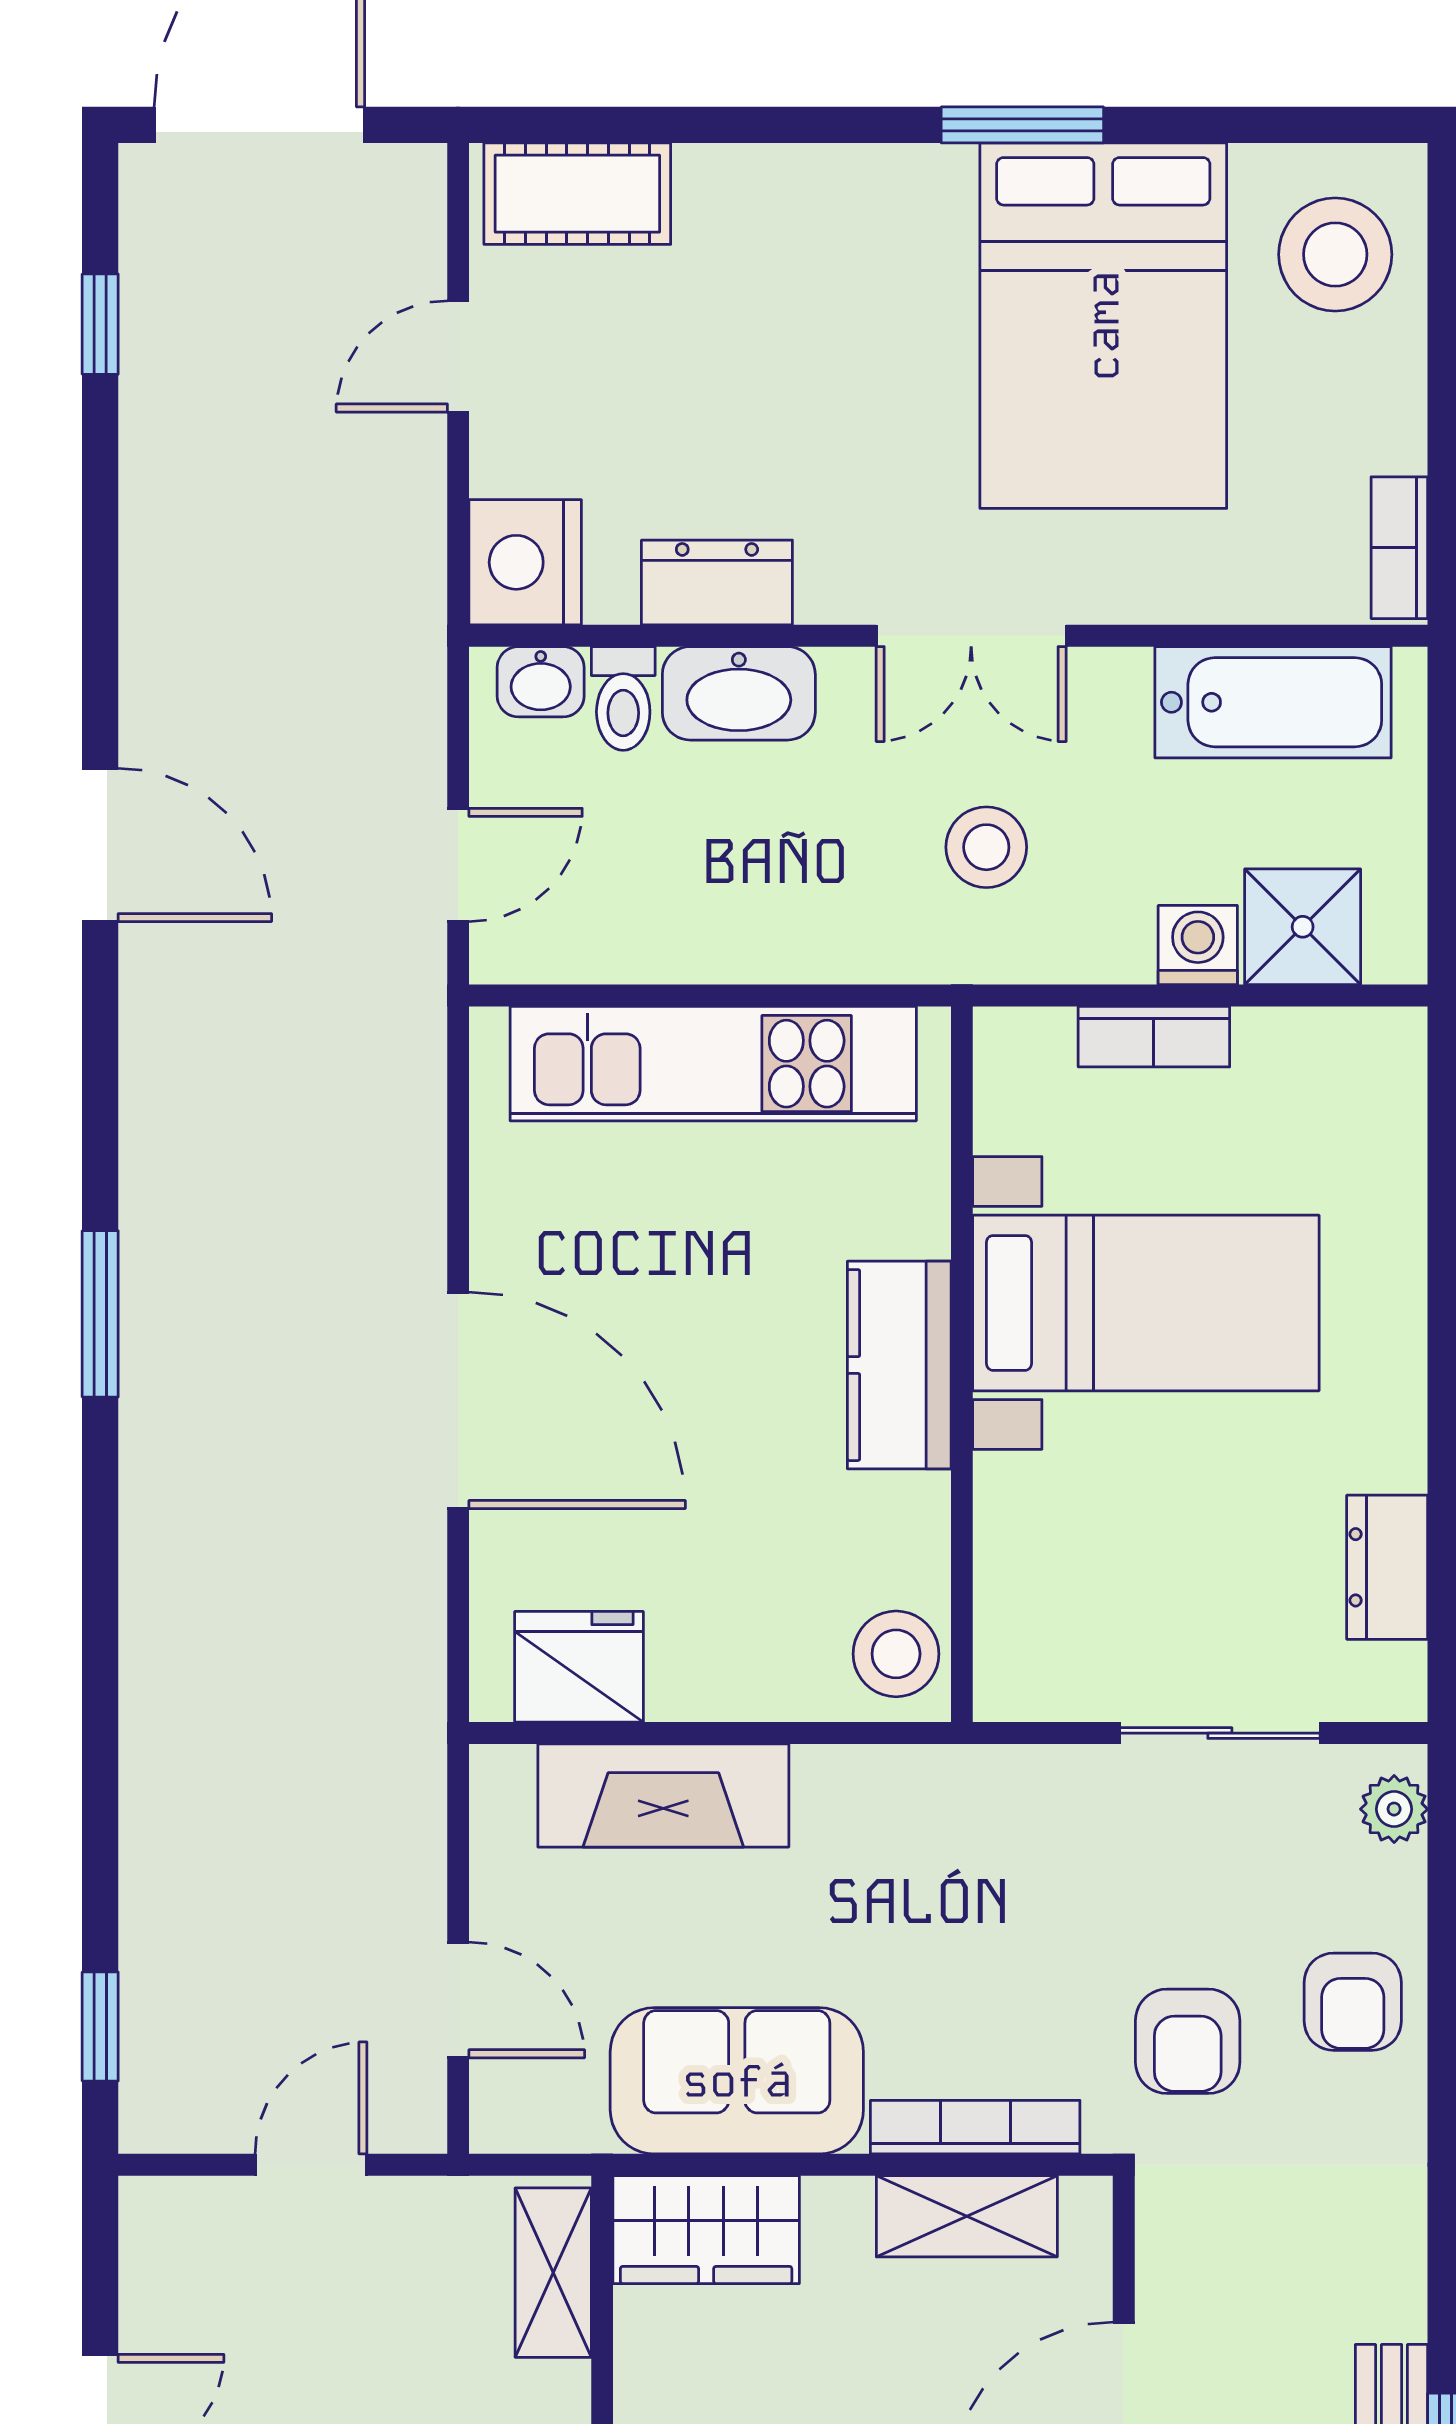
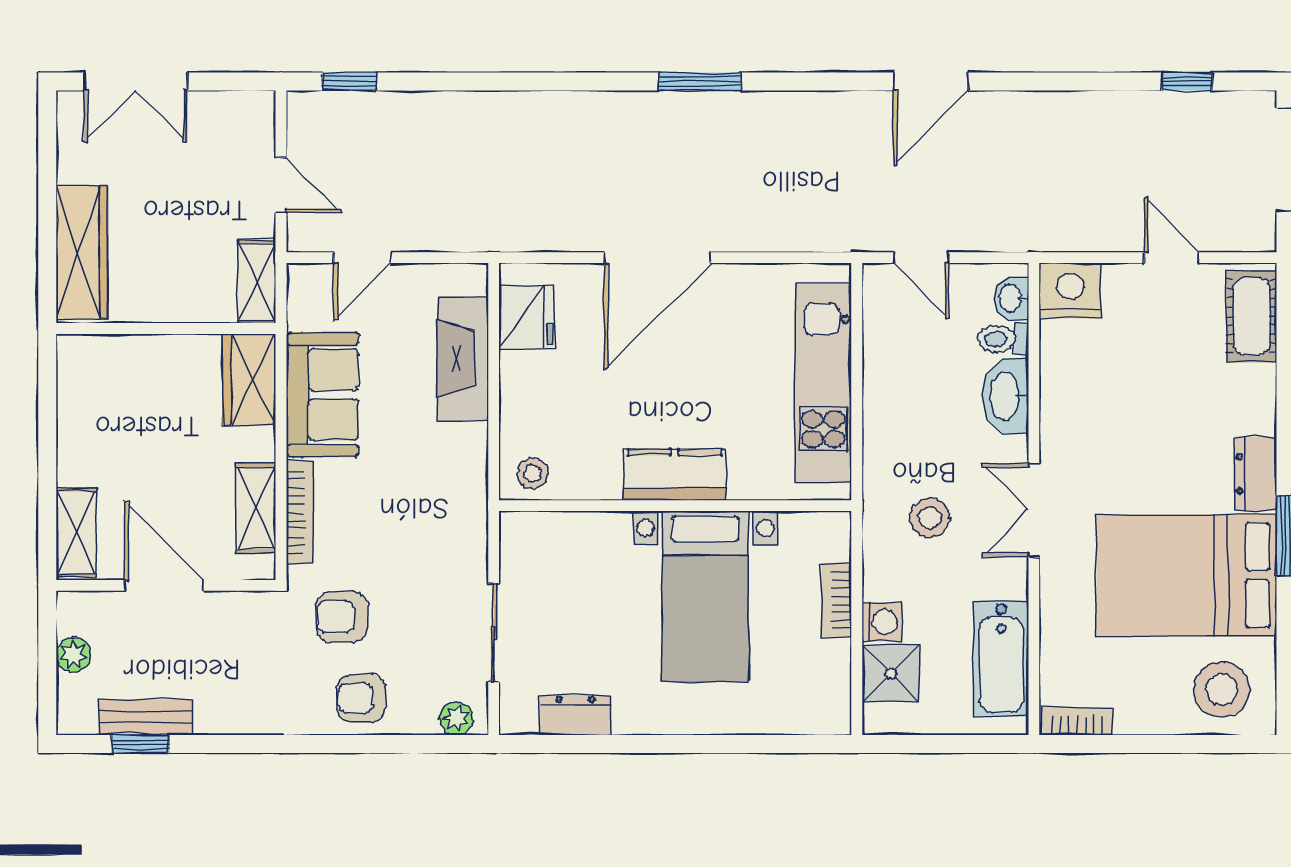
dresser: (717, 583) -> (1256, 474), moved, turned 180
stool: (896, 1654) -> (533, 473), width x0.73, depth x0.73
shelving: (553, 2273) -> (257, 282), moved, turned 90

